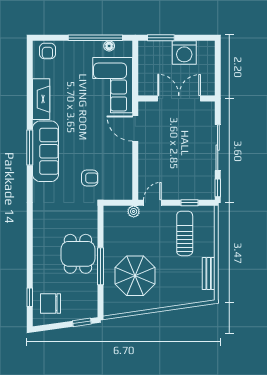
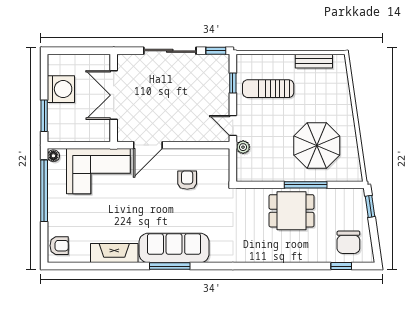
floor lamp: (109, 46) -> (53, 156), moved
armchair: (90, 178) -> (187, 180), moved

